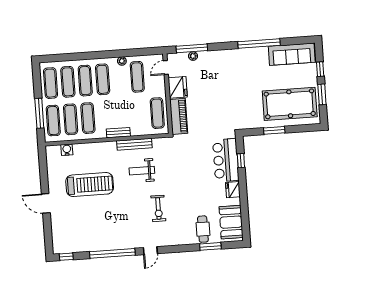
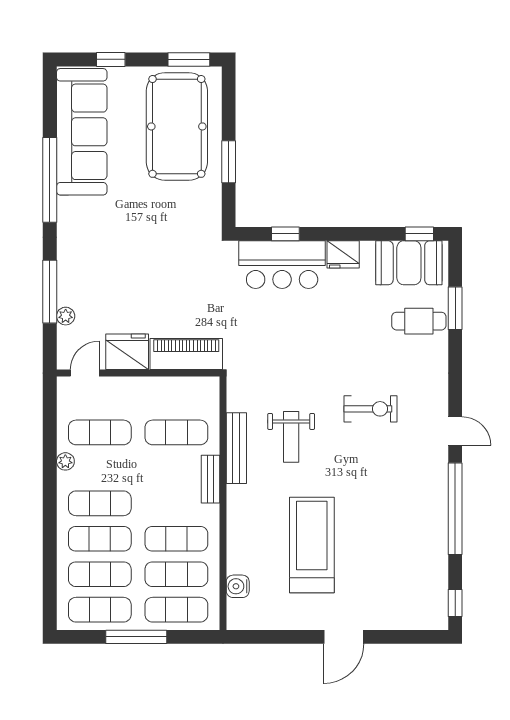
window: (192, 48) -> (50, 292), moved
sofa: (292, 54) -> (82, 132), width x1.36, depth x1.27
door: (166, 67) -> (85, 373), swing flipped
window: (322, 94) -> (189, 59), moved
window: (39, 113) -> (136, 637), moved
exercise mat: (157, 113) -> (176, 432), moved
window: (246, 226) -> (419, 234), added

